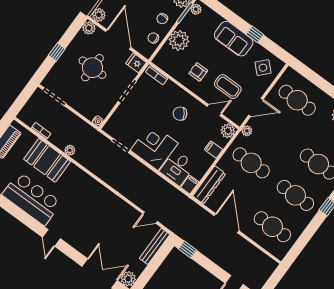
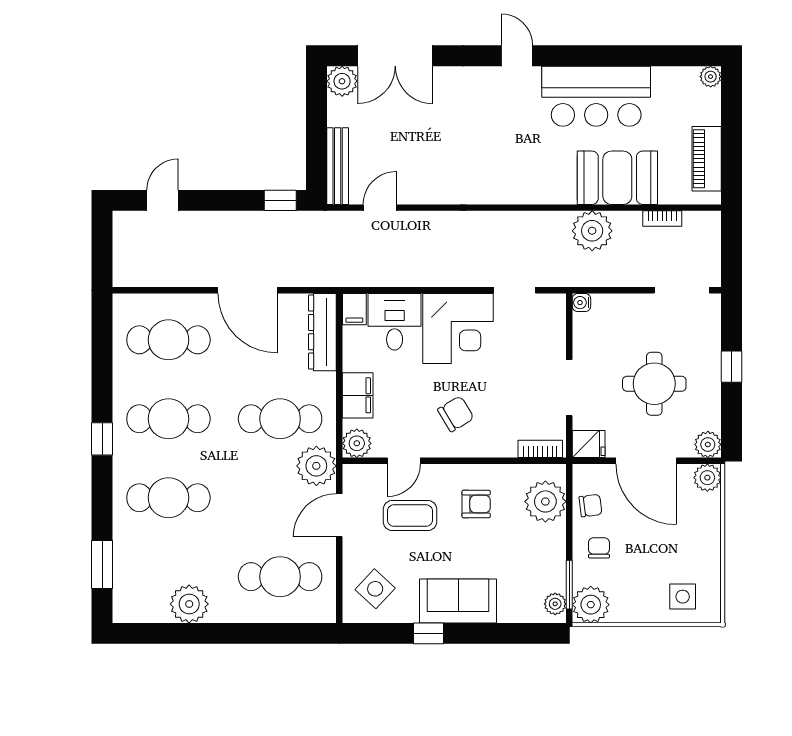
plant: (179, 40) -> (545, 501), moved
plant: (247, 131) -> (316, 466), width x1.88, depth x1.88
plant: (70, 150) -> (592, 231), width x1.88, depth x1.88
filing cabinet: (214, 150) -> (358, 395), width x2.00

